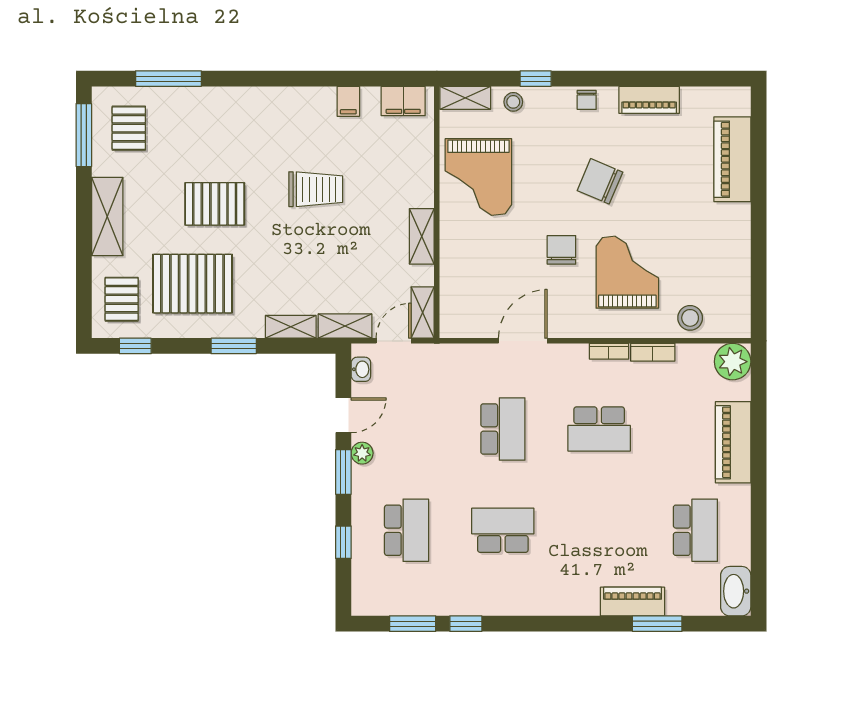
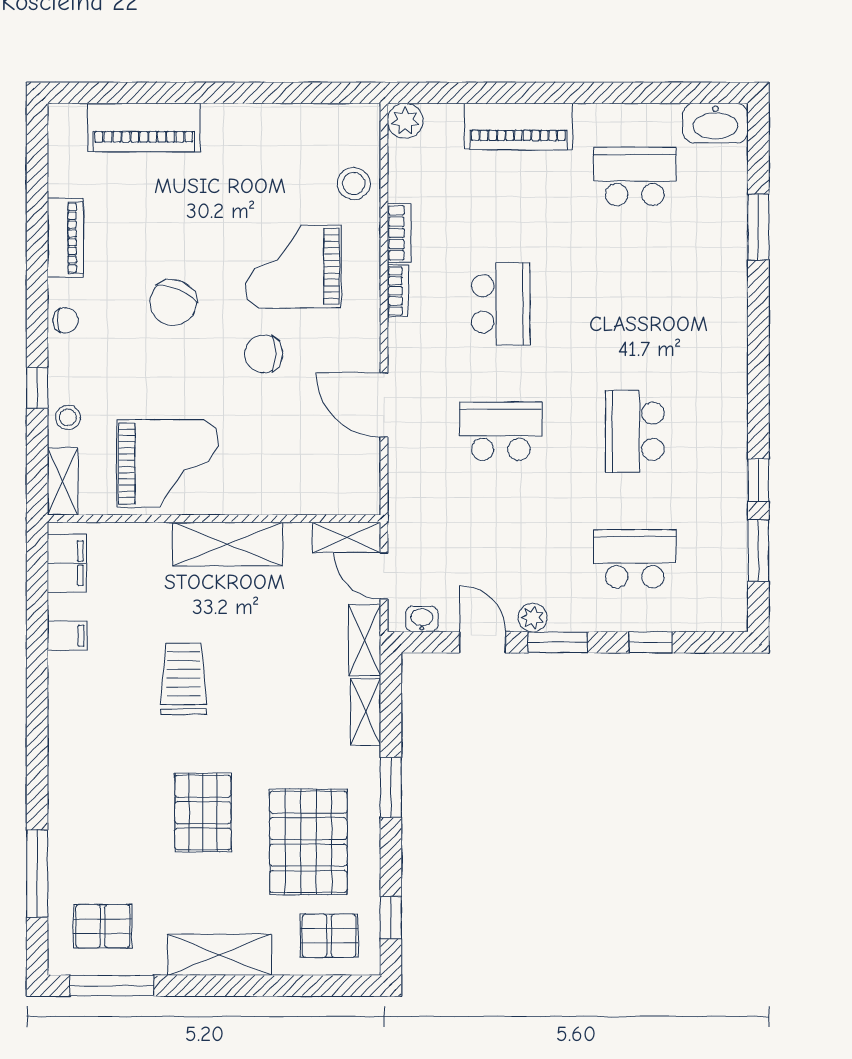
shelving: (422, 236) -> (228, 544), width x1.50, depth x1.33
plant: (733, 362) -> (405, 121), width x0.73, depth x0.73
piano: (633, 602) -> (729, 260), removed

